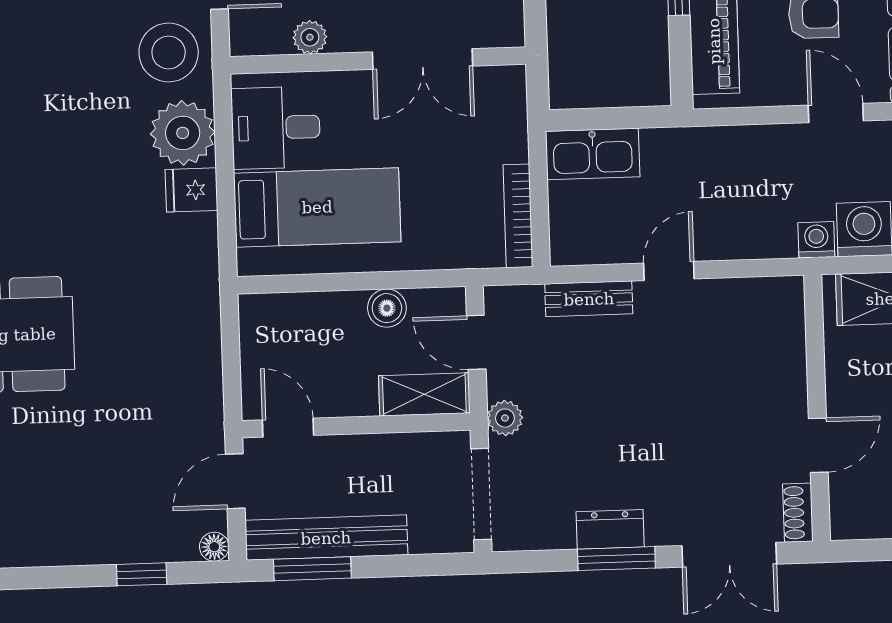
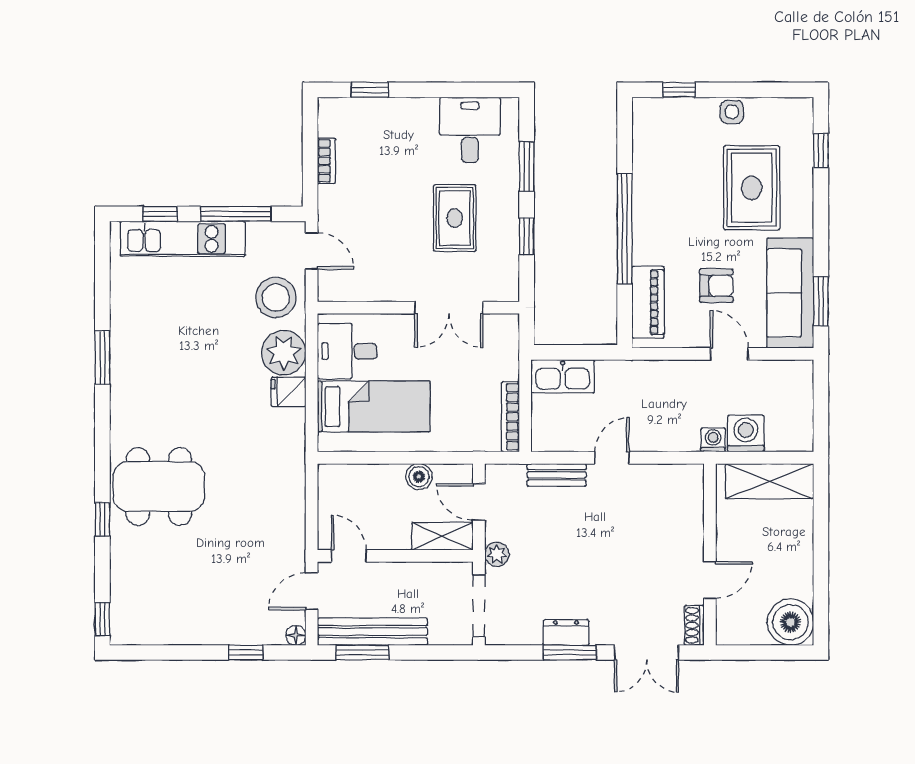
plant: (310, 37) -> (373, 290), removed

